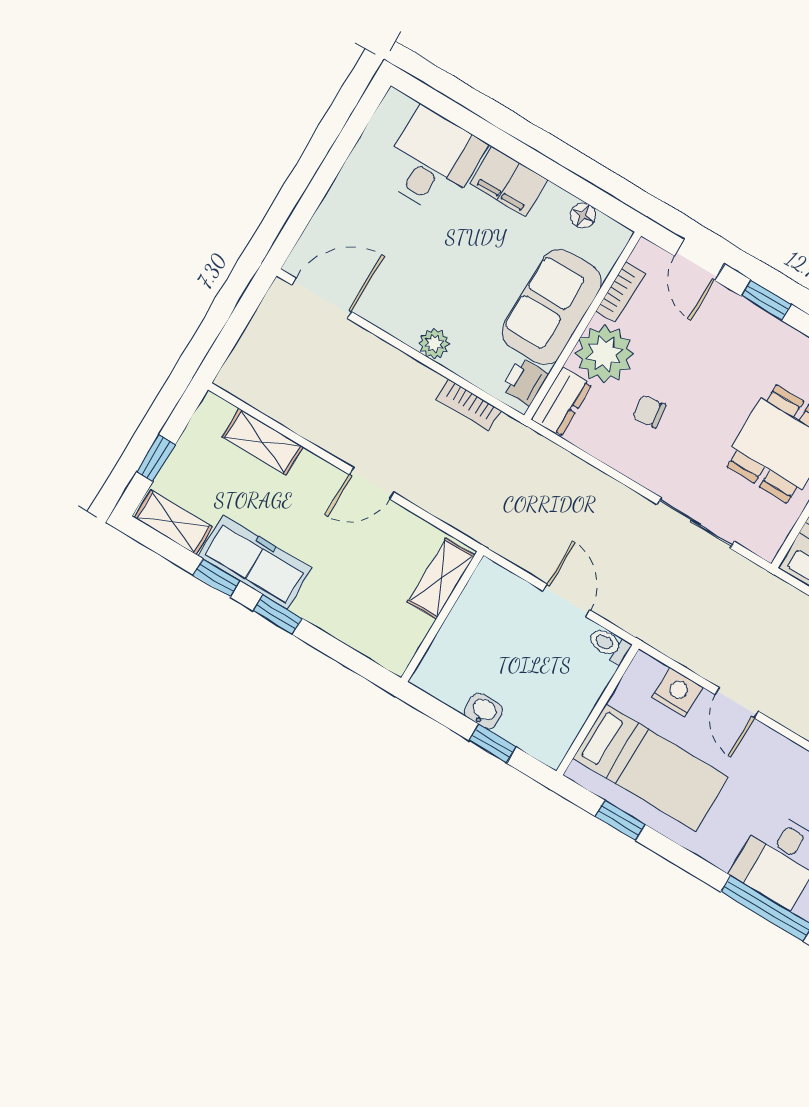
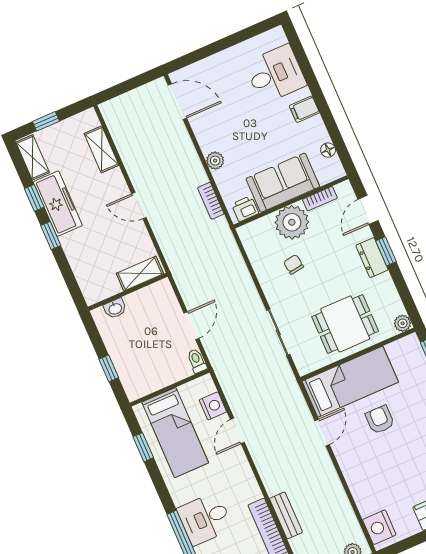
filing cabinet: (509, 182) -> (304, 109), width x0.50
dresser: (562, 402) -> (372, 258), moved, turned 90
washbasin: (484, 711) -> (115, 308), moved, turned 90

